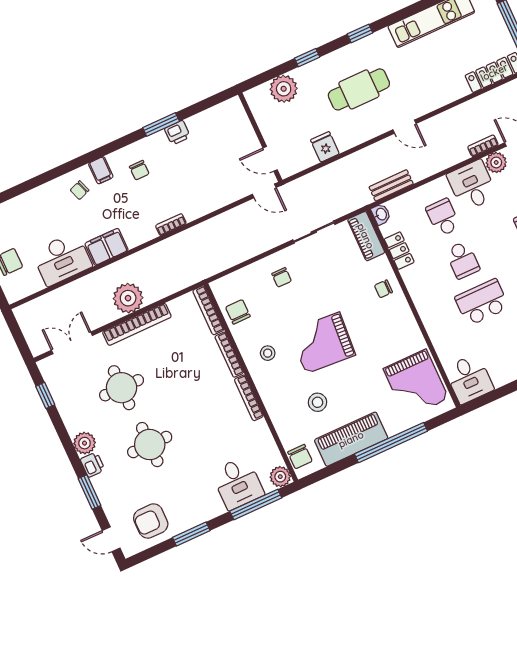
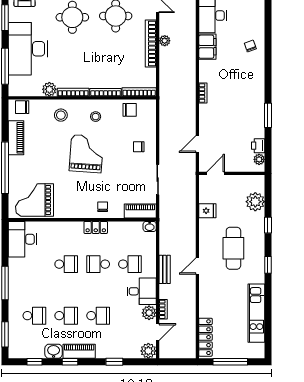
plant: (225, 109) -> (259, 159), added
printer: (177, 133) -> (258, 146), moved
filing cabinet: (101, 170) -> (257, 65), removed
chair: (139, 170) -> (246, 89), removed
bench: (391, 185) -> (165, 269), moved
door: (264, 191) -> (197, 144), moved
locker: (399, 251) -> (96, 227), moved
plant: (128, 298) -> (165, 41), width x0.53, depth x0.53
school desk: (482, 302) -> (66, 264), width x0.54
desk: (469, 379) -> (22, 239), width x1.37
stool: (318, 402) -> (61, 115), moved
piano: (351, 439) -> (16, 138), width x0.73, depth x0.75
plant: (280, 477) -> (49, 89), moved
desk: (238, 483) -> (28, 49), width x1.87, depth x1.30

